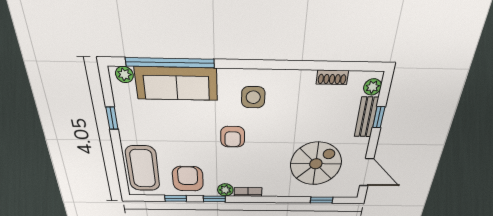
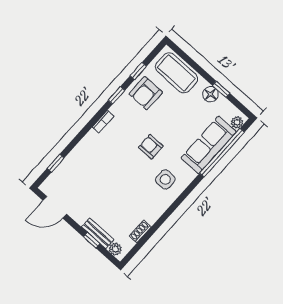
floor lamp: (127, 124) -> (210, 94), added
spiral stairs: (316, 164) -> (89, 181), removed
armchair: (188, 179) -> (146, 93), turned 90
plant: (225, 190) -> (117, 109), removed

